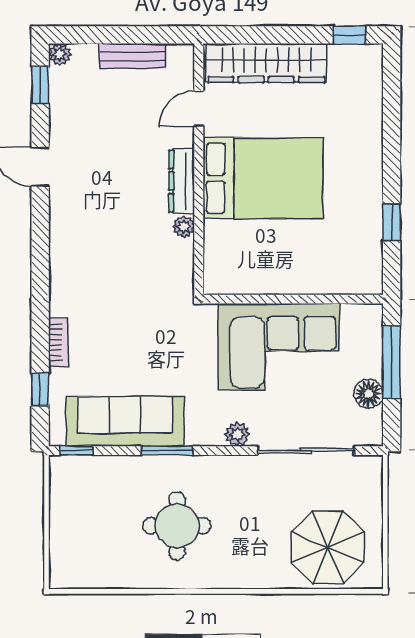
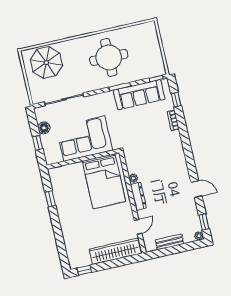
bed: (263, 178) -> (104, 181), moved, turned -90
window: (392, 362) -> (38, 143), width x0.46
plant: (237, 434) -> (93, 100), removed
round table: (177, 526) -> (109, 57), width x1.36, depth x1.36

